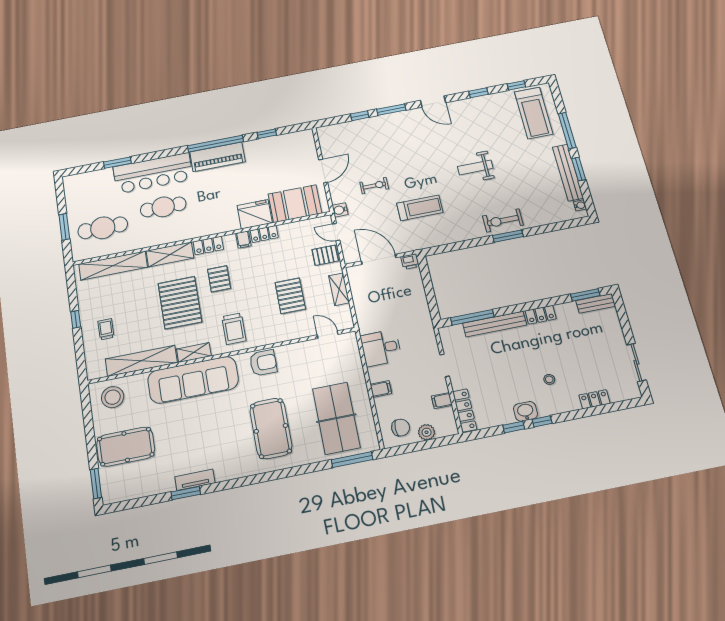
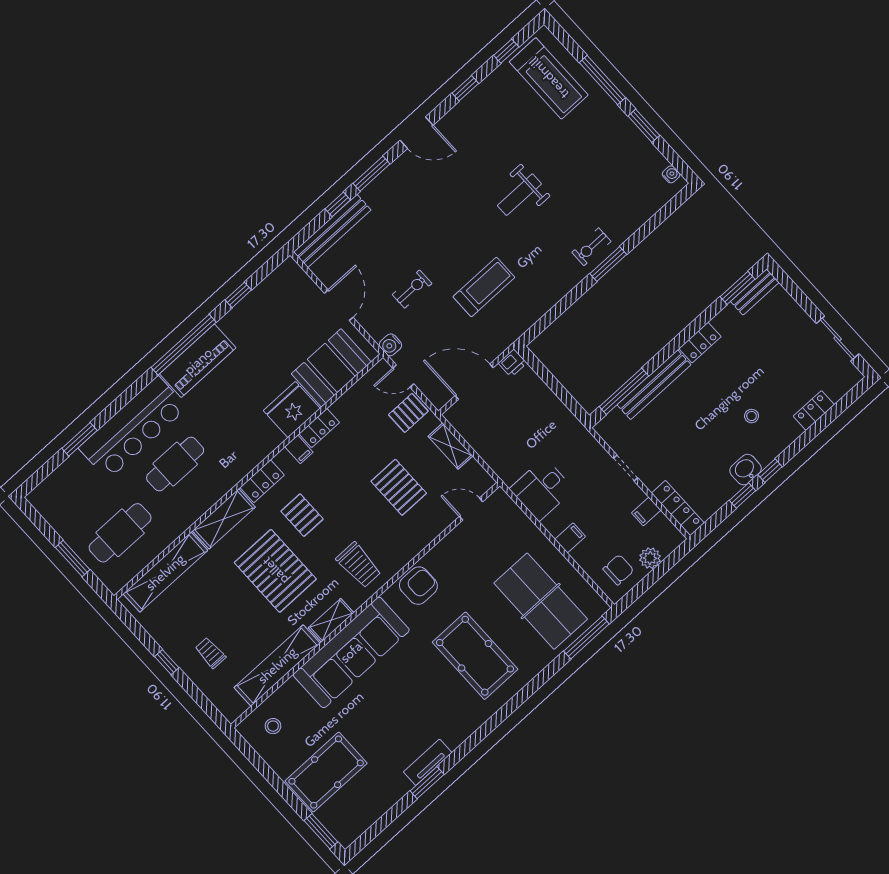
bench: (568, 173) -> (332, 231), moved, turned 90
exercise bike: (503, 220) -> (591, 247), width x0.73, depth x0.72
stool: (113, 397) -> (273, 726), width x0.53, depth x0.53

